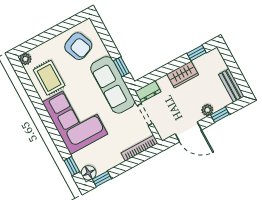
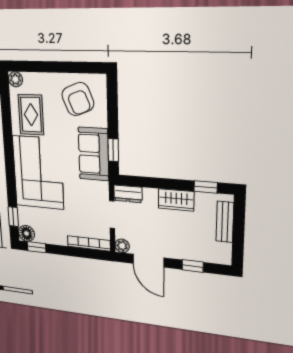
sofa: (113, 85) -> (94, 154), width x0.73
bench: (231, 85) -> (225, 222), moved
plant: (207, 110) -> (122, 246), moved

